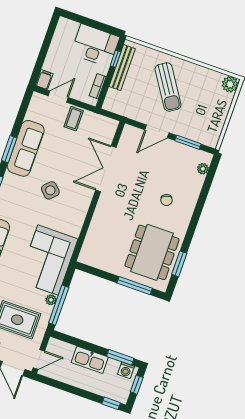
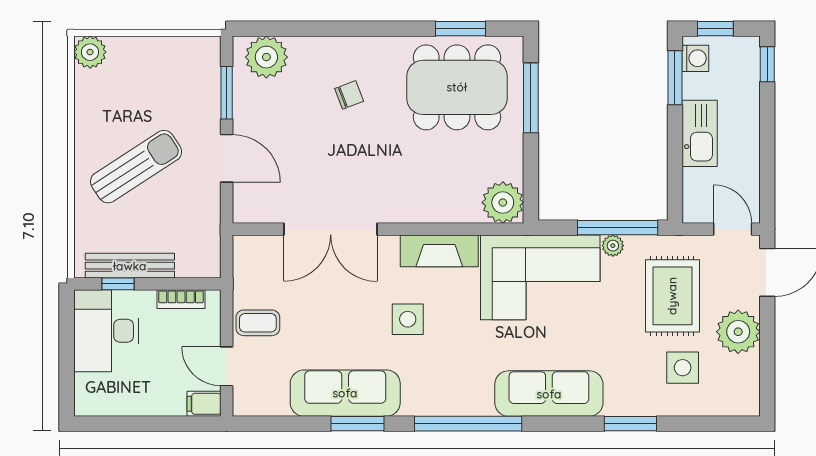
plant: (203, 169) -> (266, 57), width x1.88, depth x1.88
side table: (50, 190) -> (408, 319), turned 45
fireplace: (77, 217) -> (439, 251), added
plant: (90, 255) -> (503, 203), added

